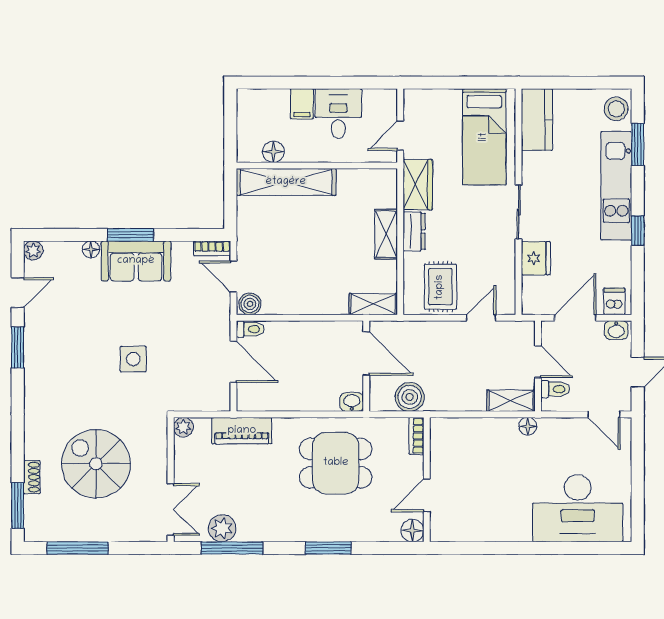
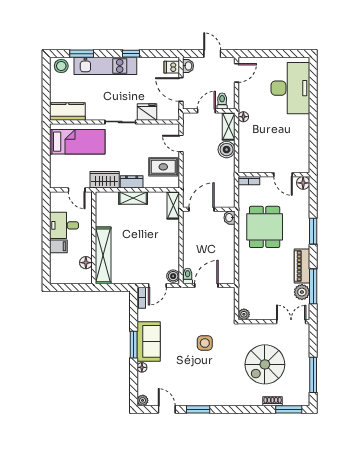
boiler: (410, 397) -> (227, 150), moved
piano: (242, 431) -> (302, 266), moved, turned 180

